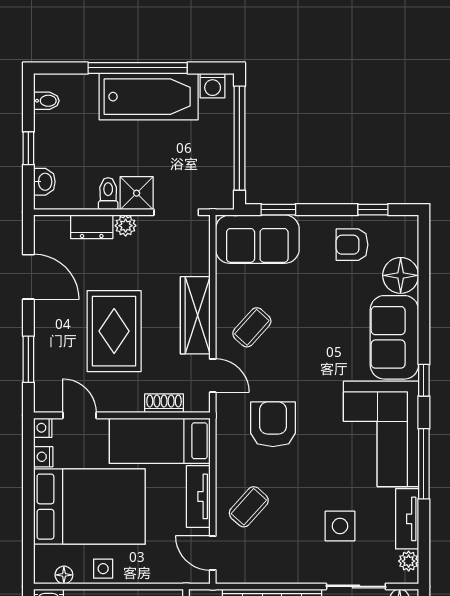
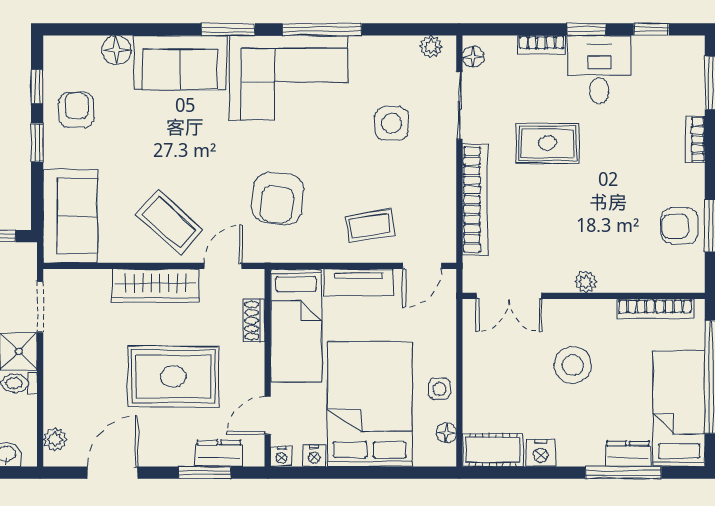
window: (278, 210) -> (37, 143), moved
plant: (126, 226) -> (55, 439), moved
dresser: (92, 227) -> (219, 453), moved, turned -90
armchair: (352, 245) -> (76, 110), turned 180
floor lamp: (401, 275) -> (116, 50), width x0.73, depth x0.73
coffee table: (252, 327) -> (169, 222), width x1.36, depth x1.30
window: (424, 380) -> (228, 29), width x1.50
armchair: (273, 424) -> (278, 198), turned -83
coffee table: (249, 507) -> (370, 226), turned -51
tv unit: (407, 519) -> (384, 48), removed

